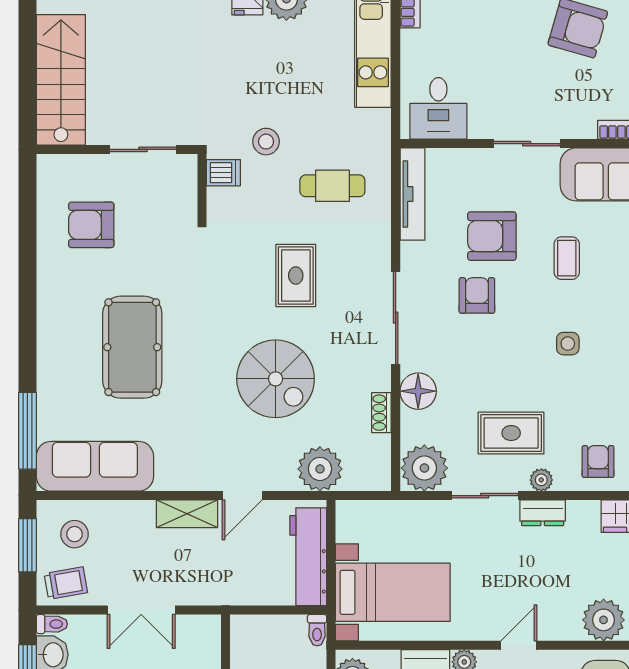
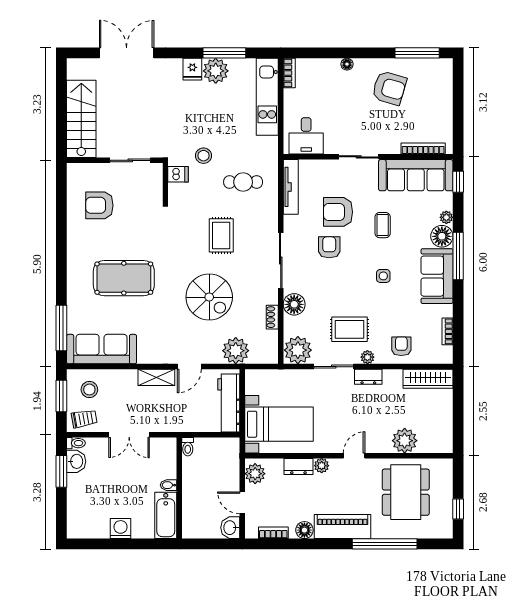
pool table: (132, 347) -> (124, 278), turned 90
toilet: (317, 630) -> (188, 447), moved

